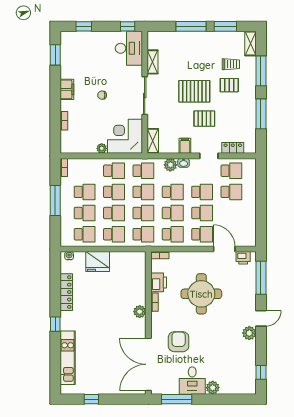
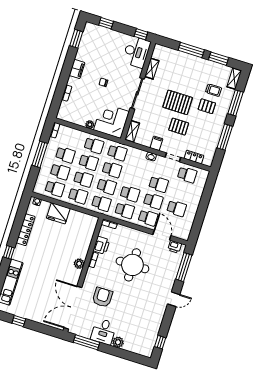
plant: (170, 165) -> (140, 155), removed
school desk: (173, 192) -> (135, 177), removed
school desk: (231, 192) -> (177, 208), moved
plant: (249, 333) -> (161, 308), removed

